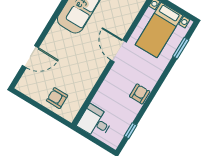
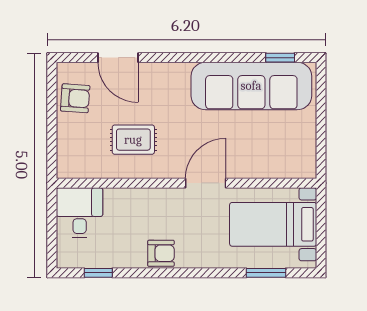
rug: (75, 74) -> (133, 140), added
armchair: (57, 98) -> (75, 98), moved, turned 94

